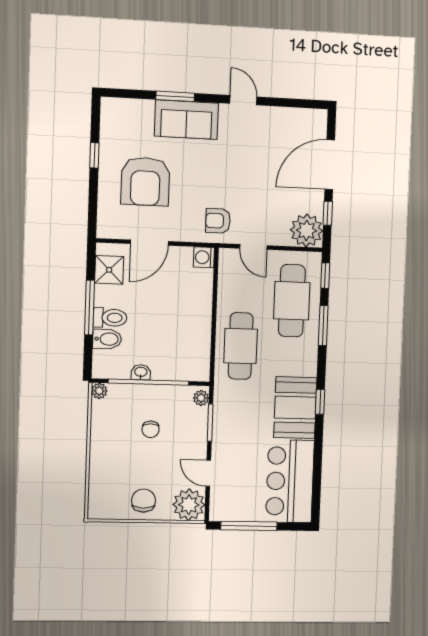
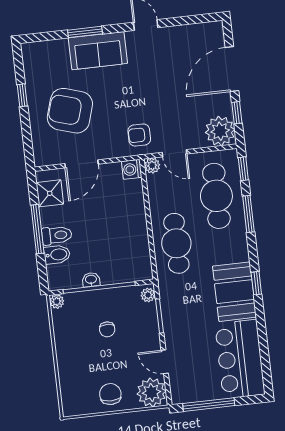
armchair: (145, 181) -> (70, 111), turned 107
plant: (227, 257) -> (152, 166), added

